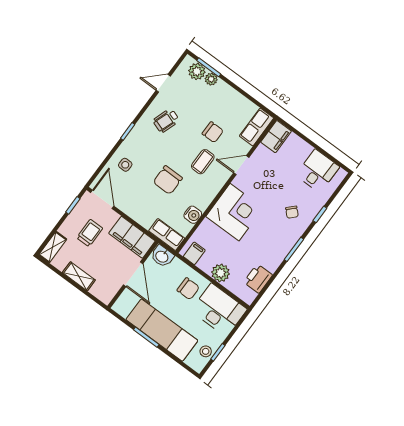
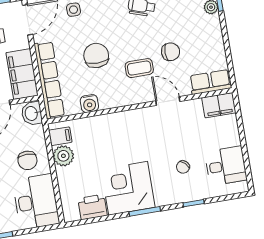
chair: (213, 132) -> (171, 52), turned -90
chair: (168, 180) -> (96, 55), turned 90
corner desk: (235, 212) -> (128, 188), moved, turned 180
chair: (292, 212) -> (183, 167), moved
row of seats: (167, 235) -> (49, 80), width x2.02
plant: (221, 273) -> (63, 156), moved

